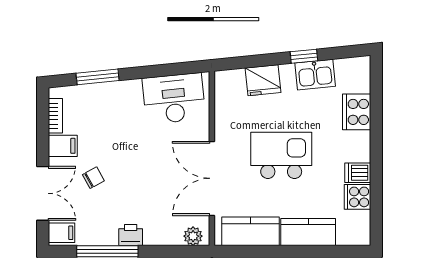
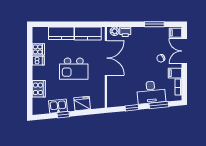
window: (156, 71) -> (132, 108), added
desk: (174, 98) -> (151, 92), moved
printer: (131, 235) -> (125, 32), moved
window: (107, 251) -> (154, 24), width x0.69

